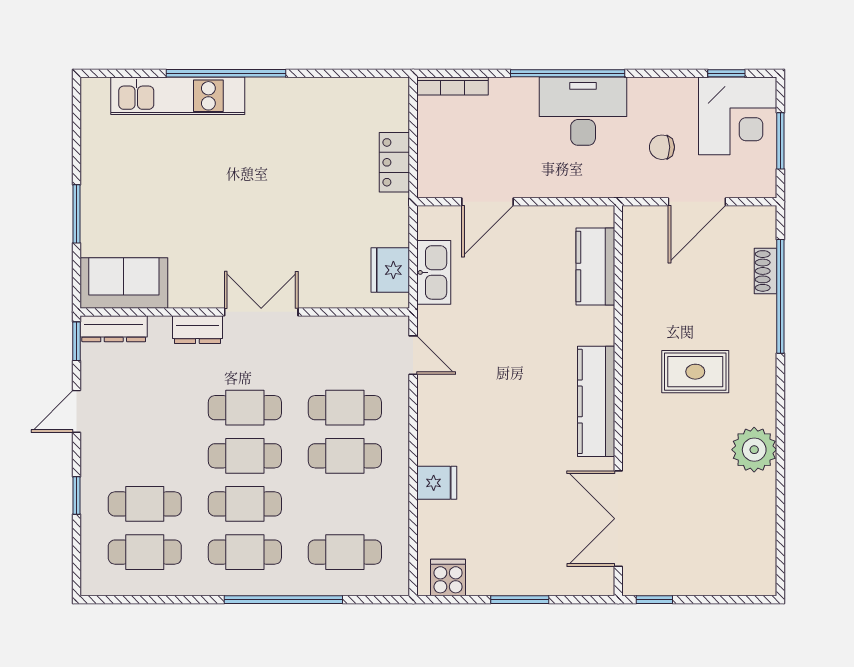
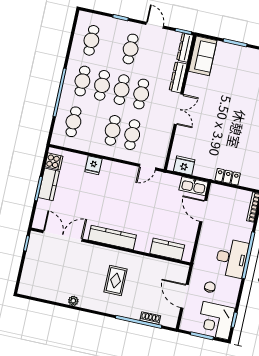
kitchen sink: (434, 272) -> (194, 186), moved
dresser: (197, 330) -> (178, 77), width x1.44
plant: (754, 450) -> (73, 301), width x0.53, depth x0.53
cafe table: (145, 504) -> (131, 49), moved
kitchen counter: (504, 578) -> (49, 184), added

